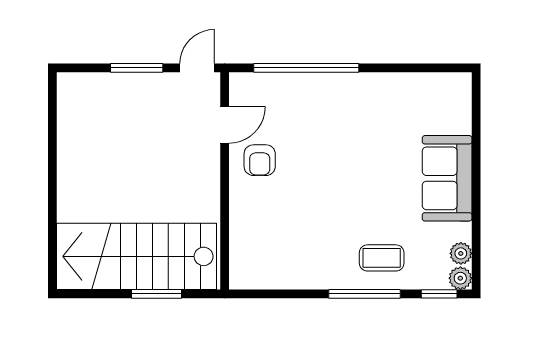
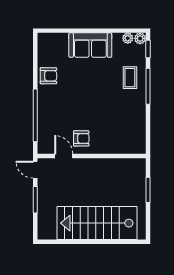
armchair: (385, 94) -> (48, 76), added
stairs: (136, 256) -> (97, 223), moved, turned 90

